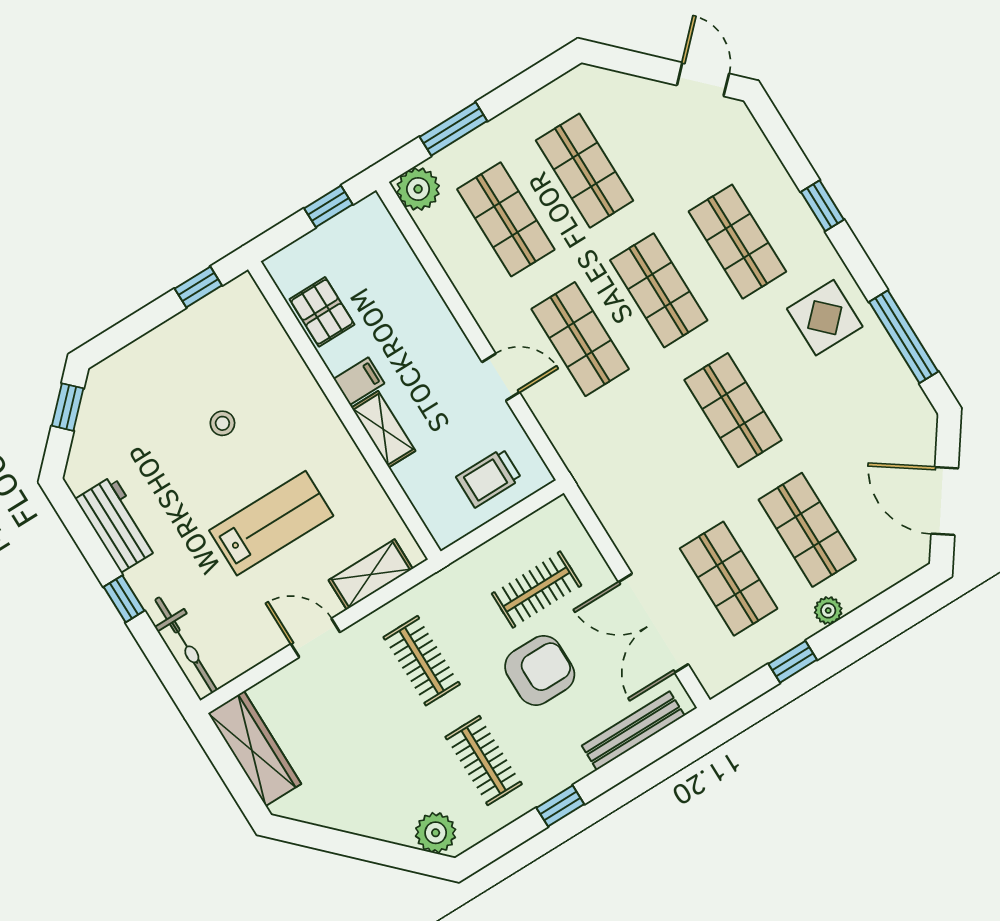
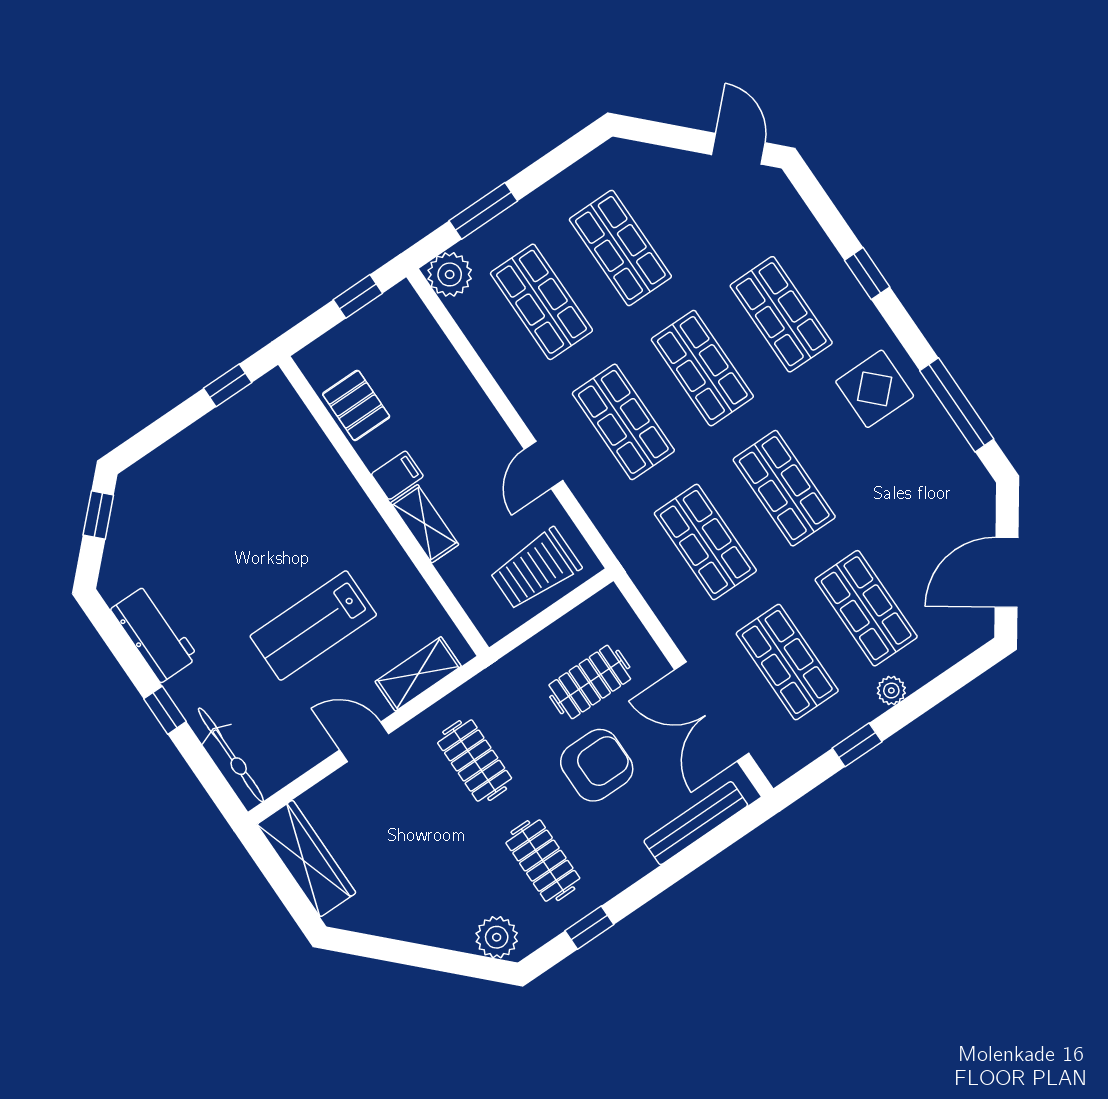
door: (501, 377) -> (543, 465), swing flipped
stool: (222, 423) -> (259, 525), removed
shop shelf: (654, 459) -> (705, 542), added
trolley: (489, 478) -> (536, 569), width x1.36, depth x1.39
door: (945, 501) -> (1006, 572), hinge flipped
lab bench: (271, 523) -> (313, 625), turned 180
window: (560, 806) -> (589, 928), moved

